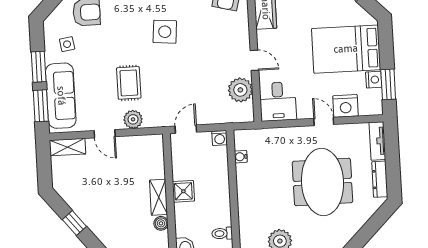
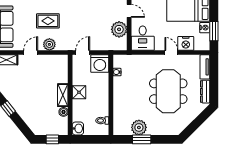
rug: (129, 83) -> (48, 21), turned 90
door: (105, 134) -> (31, 53), swing flipped
washing machine: (220, 138) -> (100, 64), width x1.89, depth x1.89

